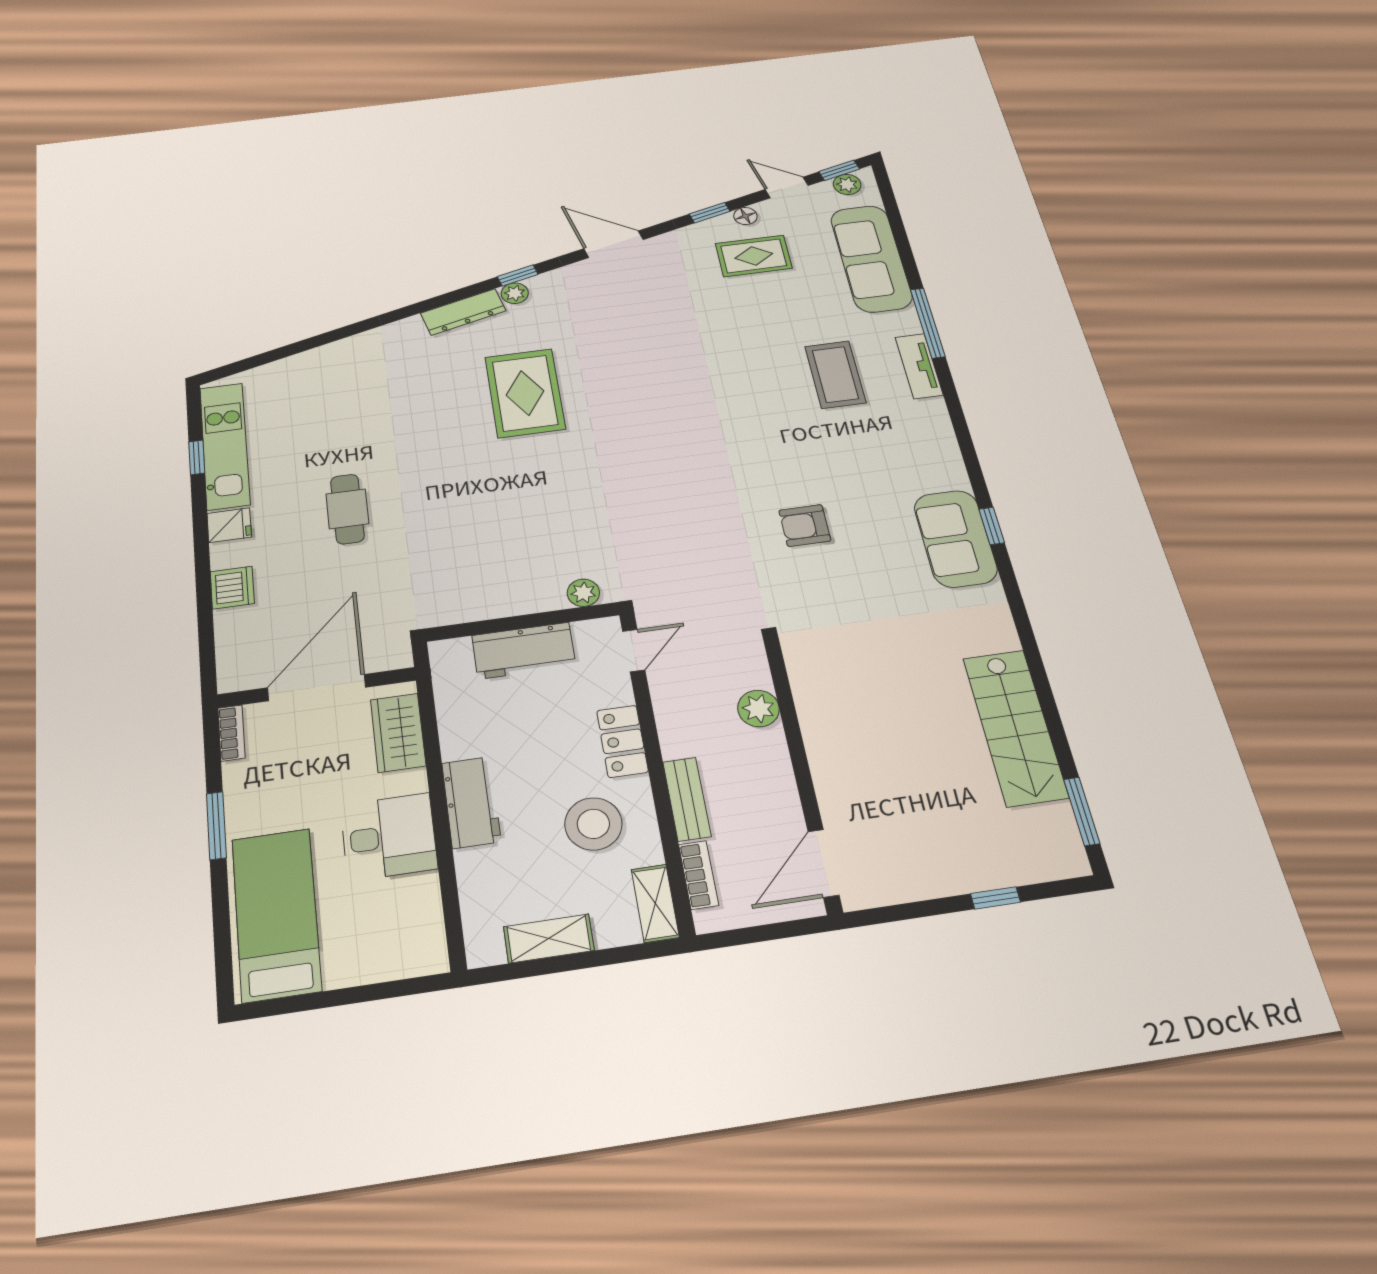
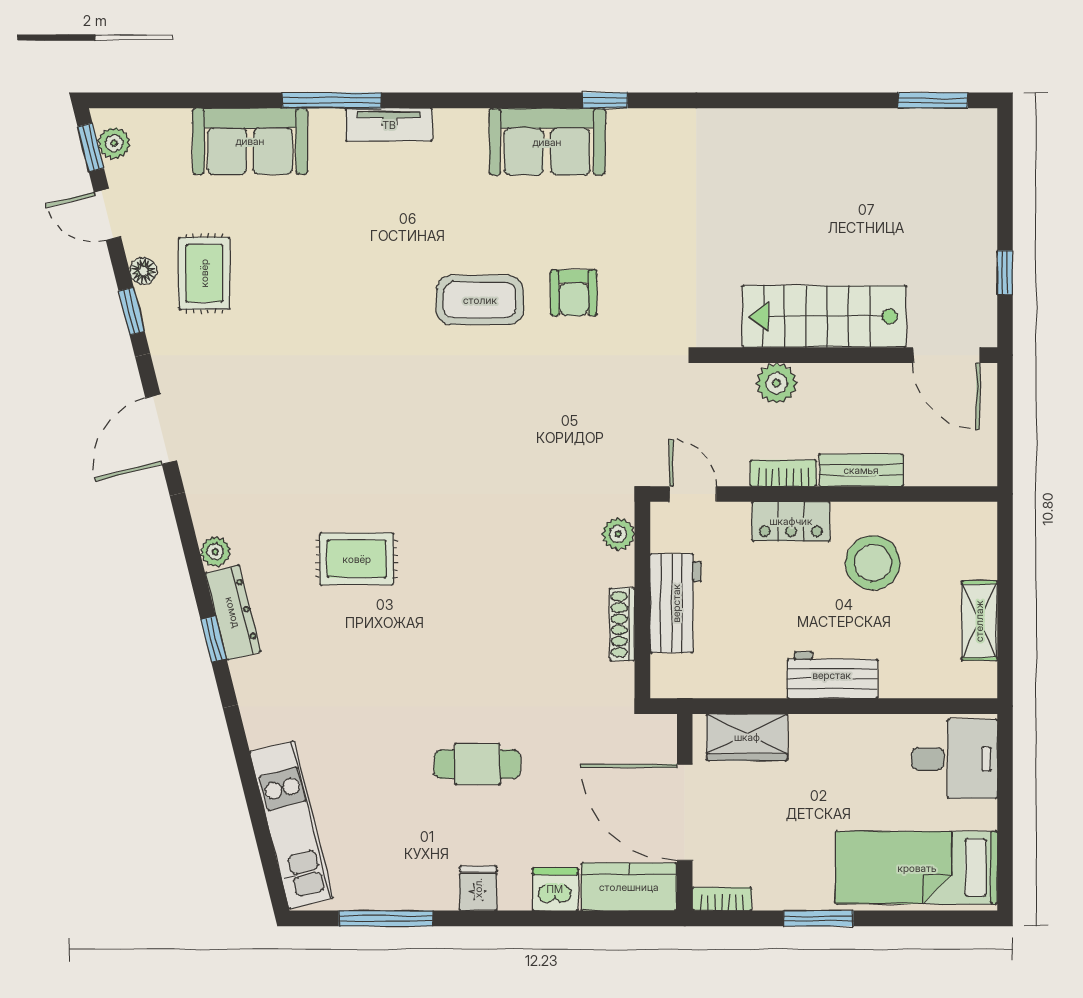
door: (787, 187) -> (107, 214), hinge flipped
sofa: (871, 258) -> (250, 141), width x0.73
window: (518, 276) -> (214, 639), moved
coffee table: (835, 375) -> (480, 300), moved
rug: (525, 393) -> (357, 559), width x0.73, depth x0.70
kitchen unit: (225, 446) -> (292, 825), moved, turned 76
window: (197, 457) -> (386, 918), width x2.17
sofa: (955, 538) -> (547, 142), moved
shoe rack: (496, 608) -> (622, 624), added
kitchen counter: (239, 649) -> (629, 887), added
stairs: (1015, 727) -> (824, 316), moved, turned 180
desk: (389, 837) -> (954, 759), moved, turned 90
bookcase: (699, 875) -> (783, 473), moved
window: (995, 898) -> (1005, 273), moved
shelving: (655, 903) -> (961, 518), removed

